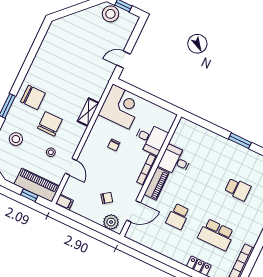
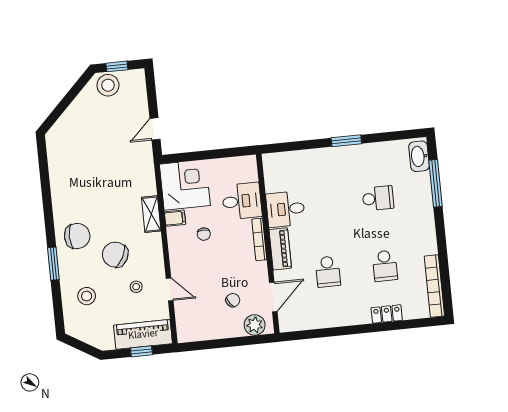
chair: (50, 124) -> (115, 255), turned -62
filing cabinet: (64, 202) -> (175, 218), moved
school desk: (216, 235) -> (385, 266), width x0.54

